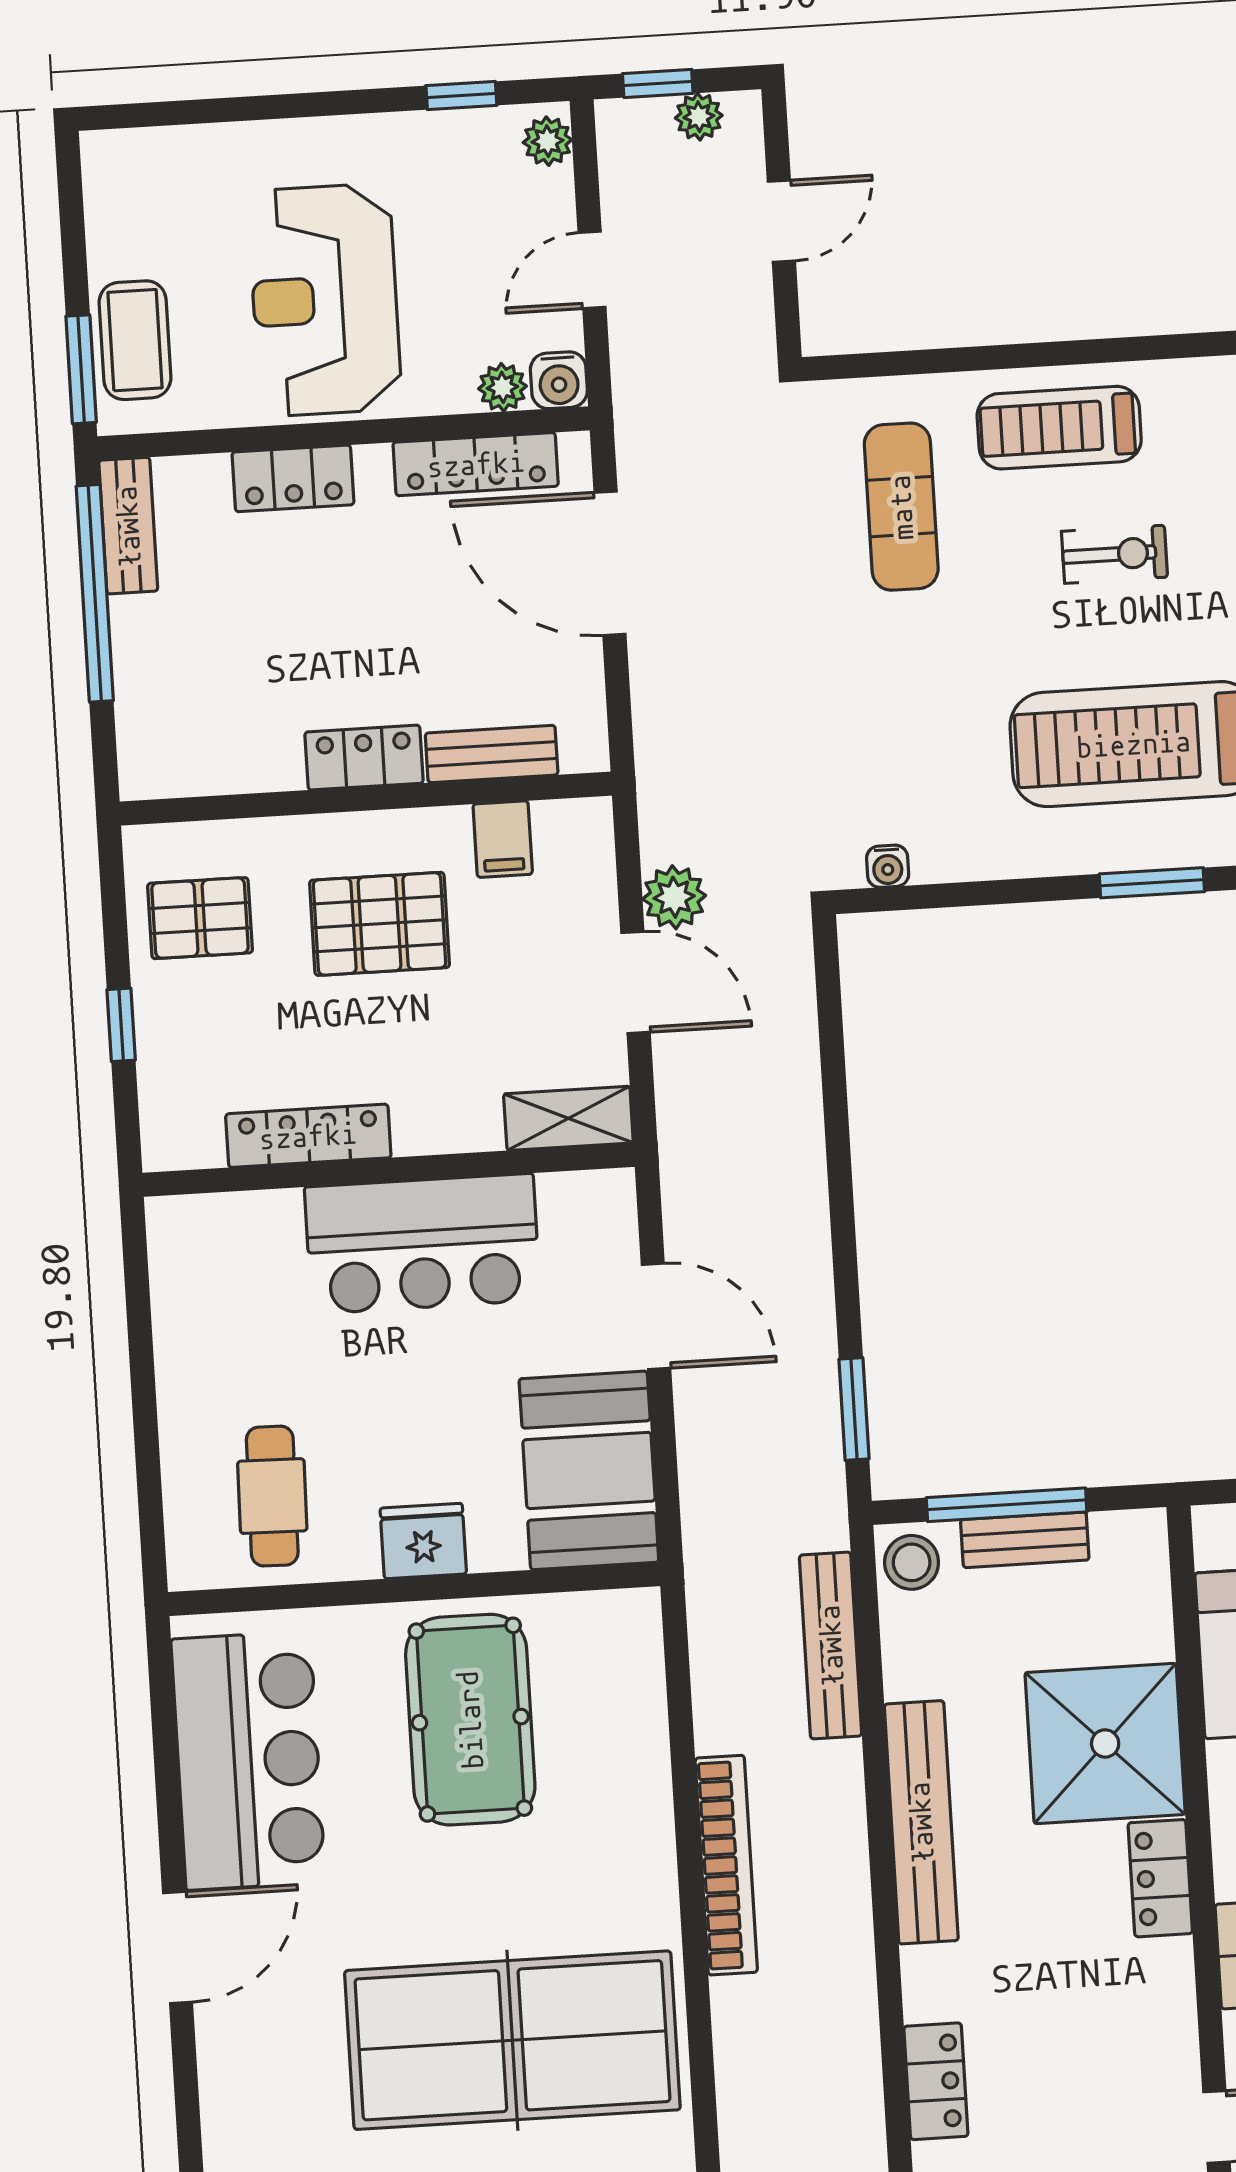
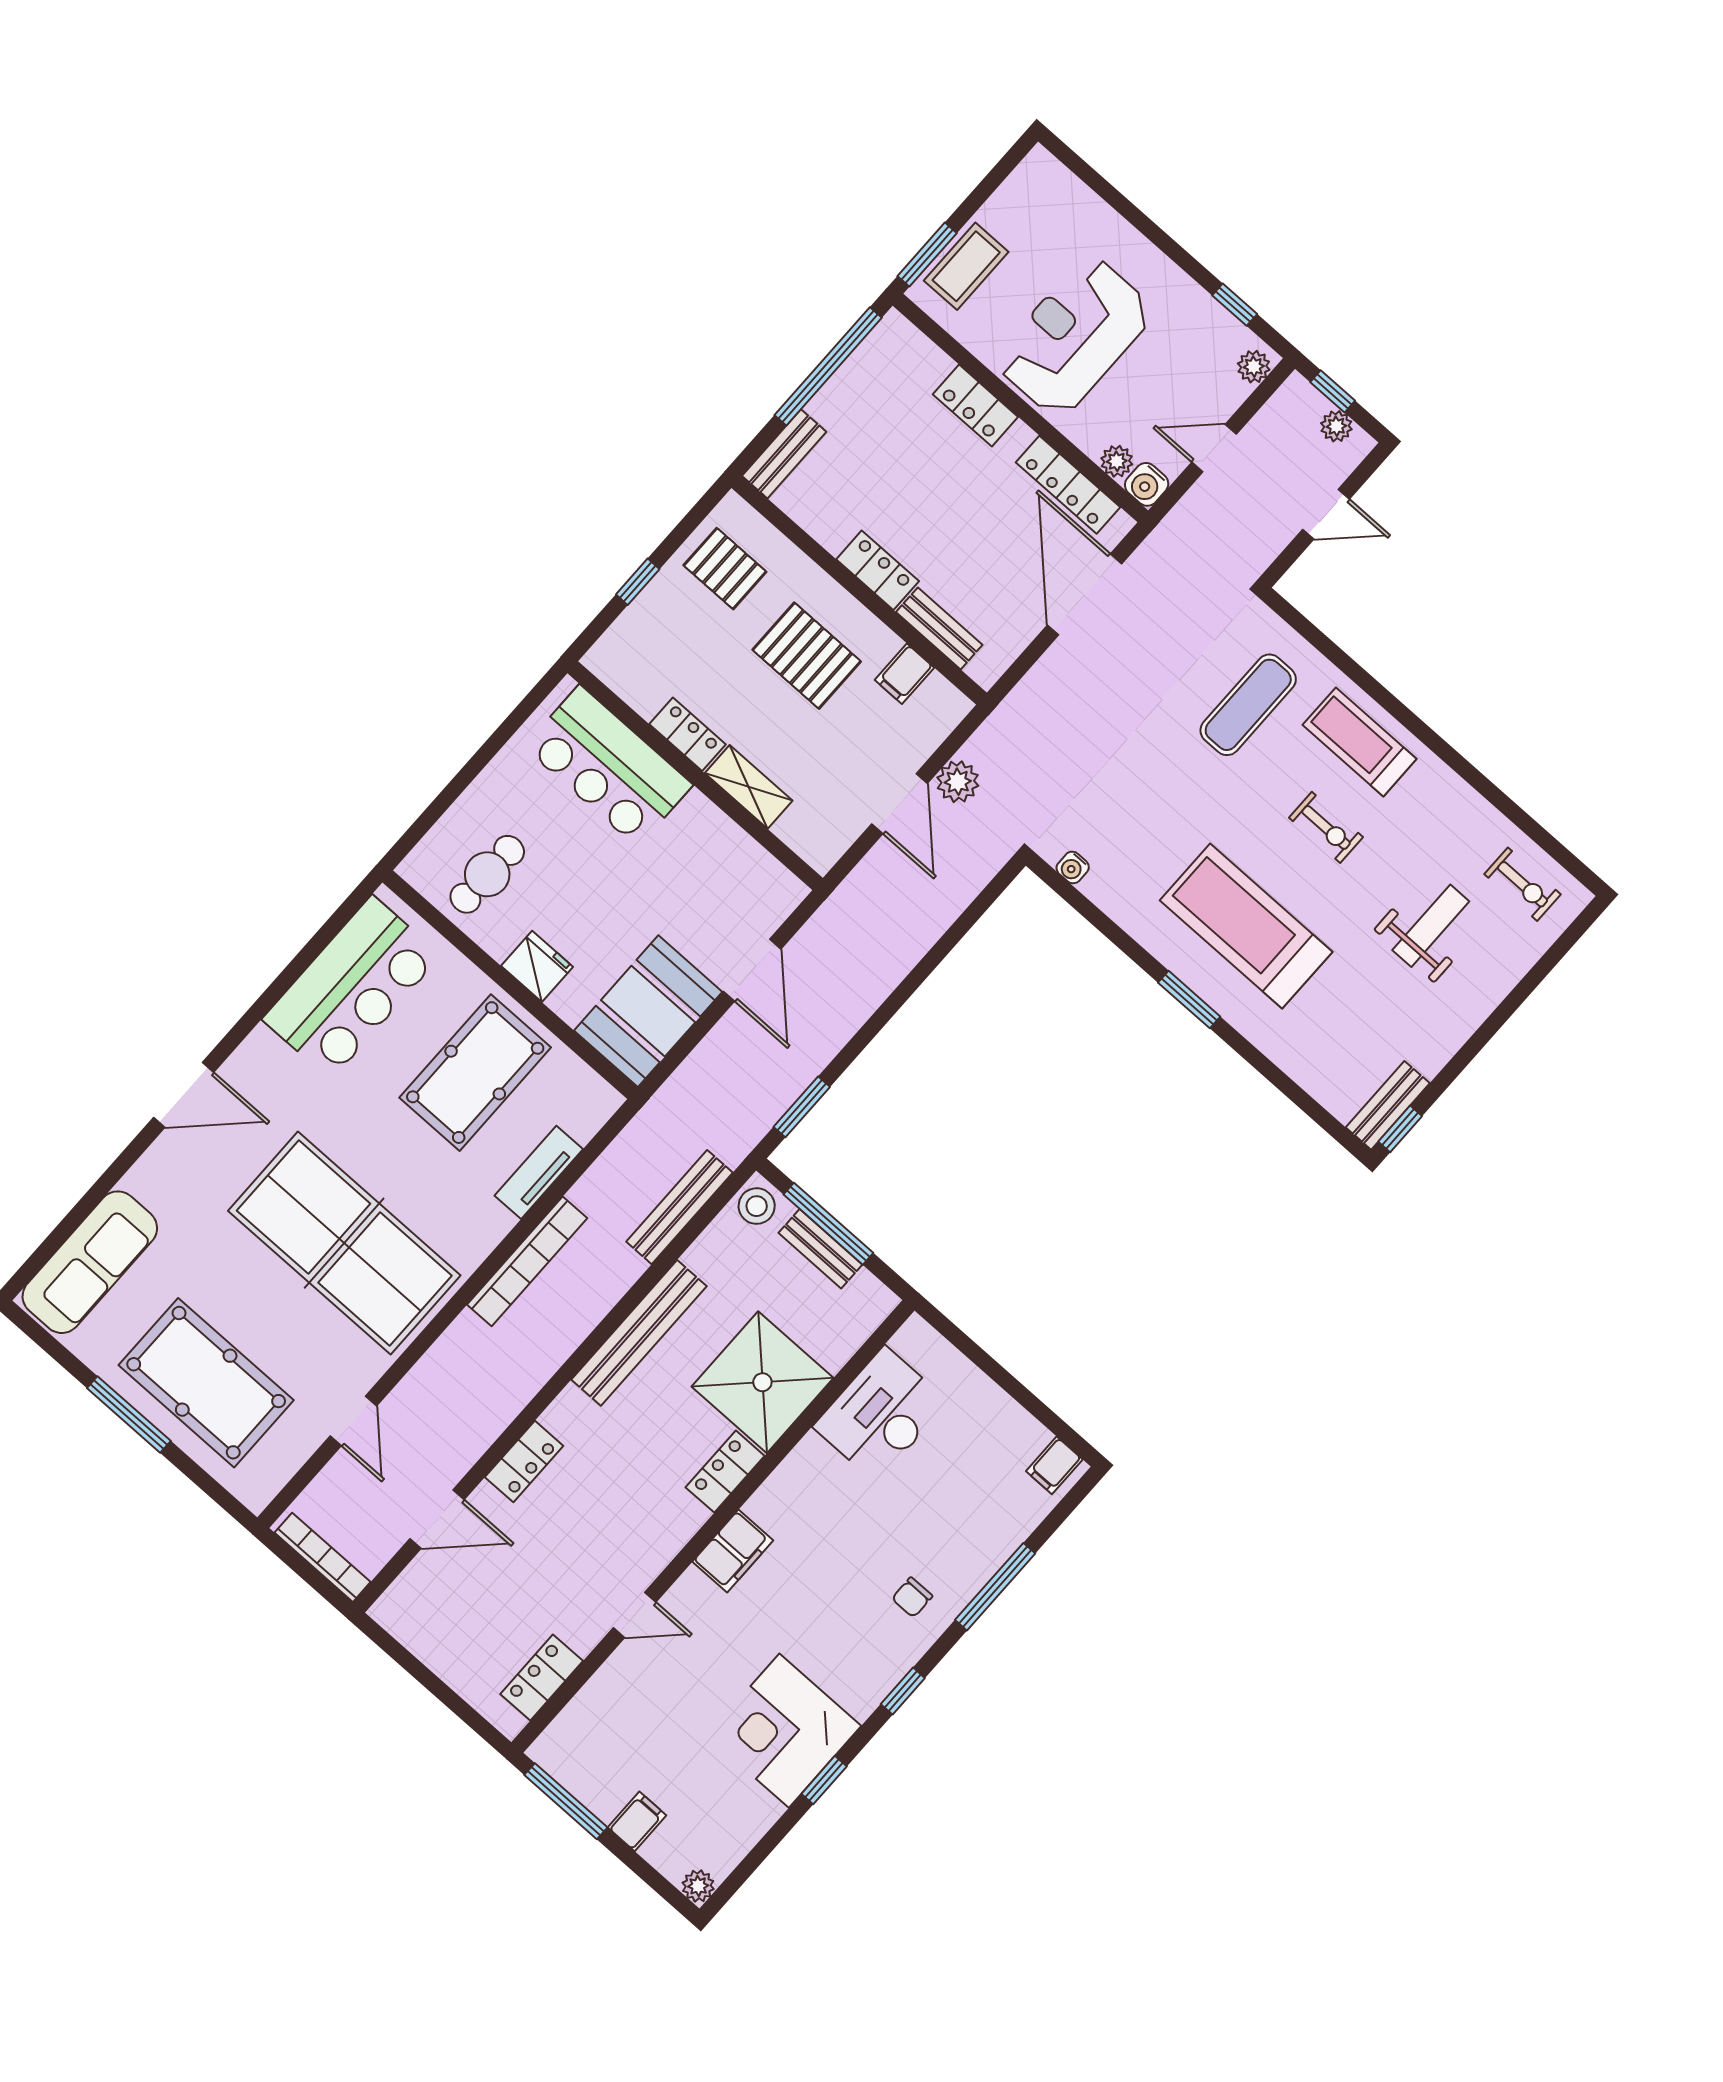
bench: (128, 526) -> (784, 454), moved
shelving: (568, 1118) -> (749, 787), moved
locker: (308, 1136) -> (687, 734), width x0.66
bar counter: (423, 1244) -> (608, 766), moved
tv unit: (644, 1758) -> (539, 1172), added
door: (178, 1948) -> (184, 1095), moved

